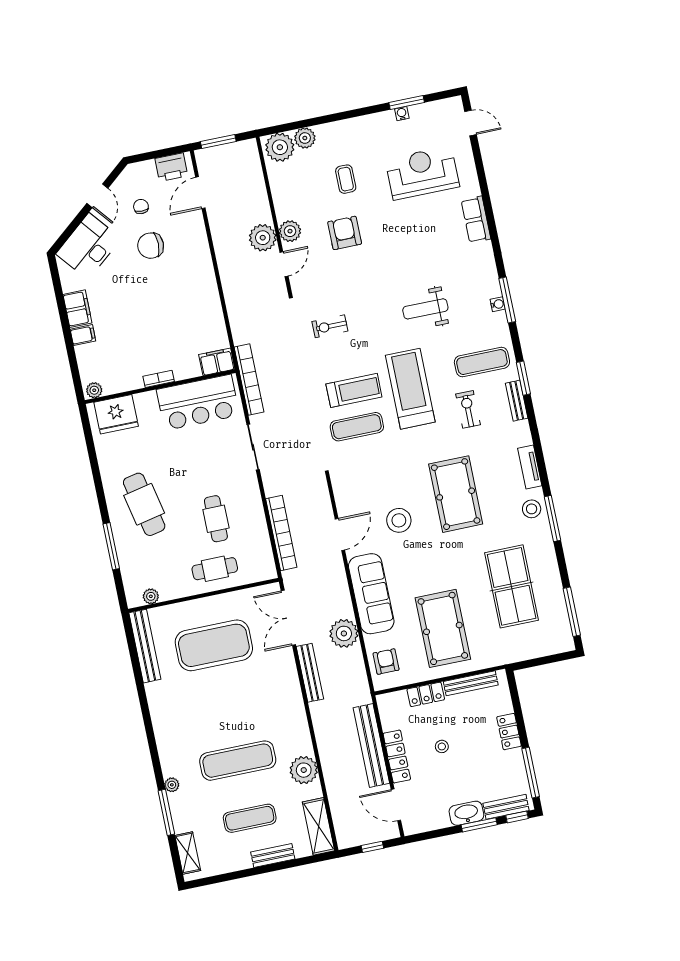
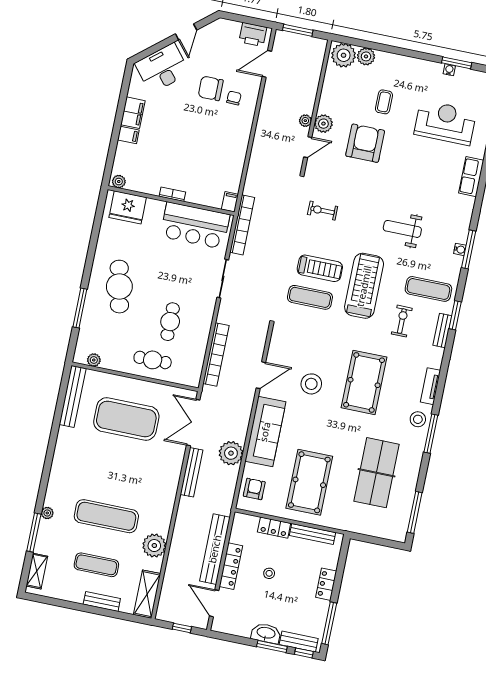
chair: (141, 207) -> (234, 98), moved
armchair: (345, 233) -> (365, 143), width x1.36, depth x1.36
plant: (263, 238) -> (305, 121), width x0.53, depth x0.53
filing cabinet: (217, 362) -> (230, 202), width x0.50

